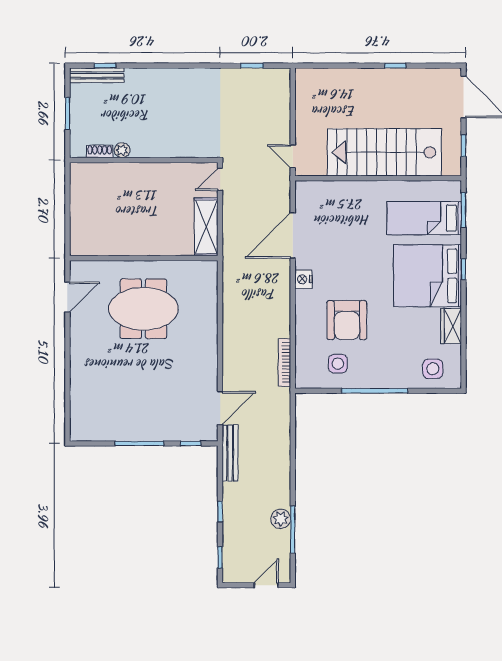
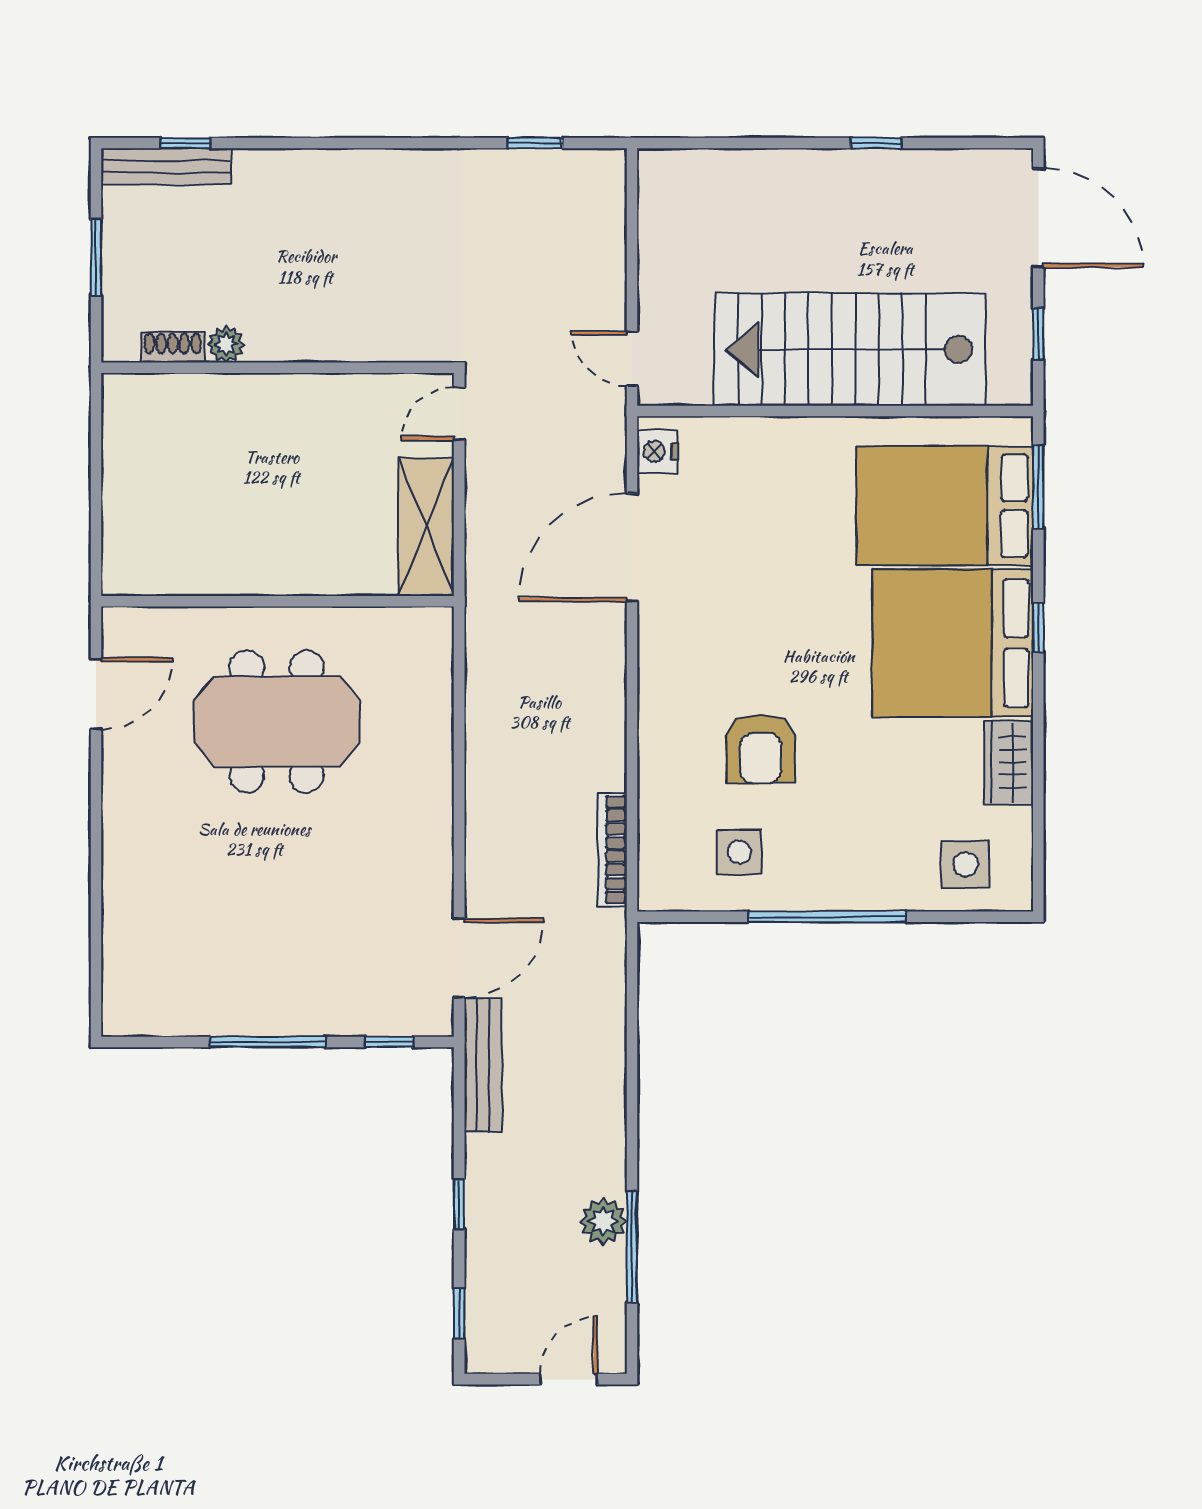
bed: (424, 218) -> (945, 506), width x1.50
nightstand: (303, 279) -> (657, 451), moved
armchair: (347, 320) -> (761, 749), width x0.73, depth x0.73

